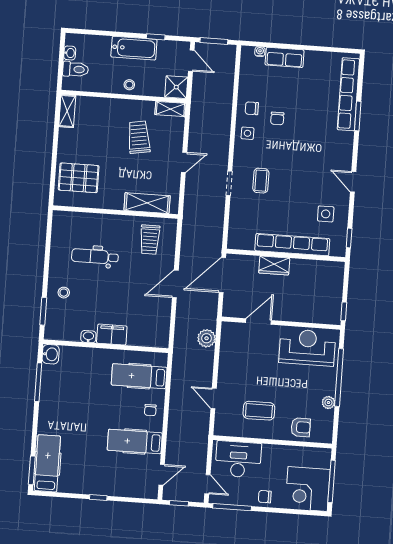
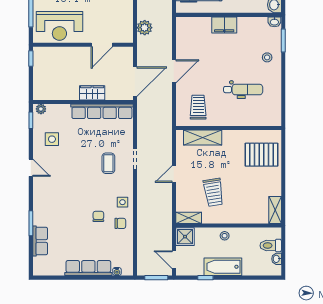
row of seats: (285, 57) -> (88, 268), width x1.48
row of seats: (348, 94) -> (40, 241), width x0.50
row of seats: (292, 245) -> (102, 111), moved
plant: (336, 251) -> (41, 109), added
washbasin: (88, 337) -> (274, 22), moved

